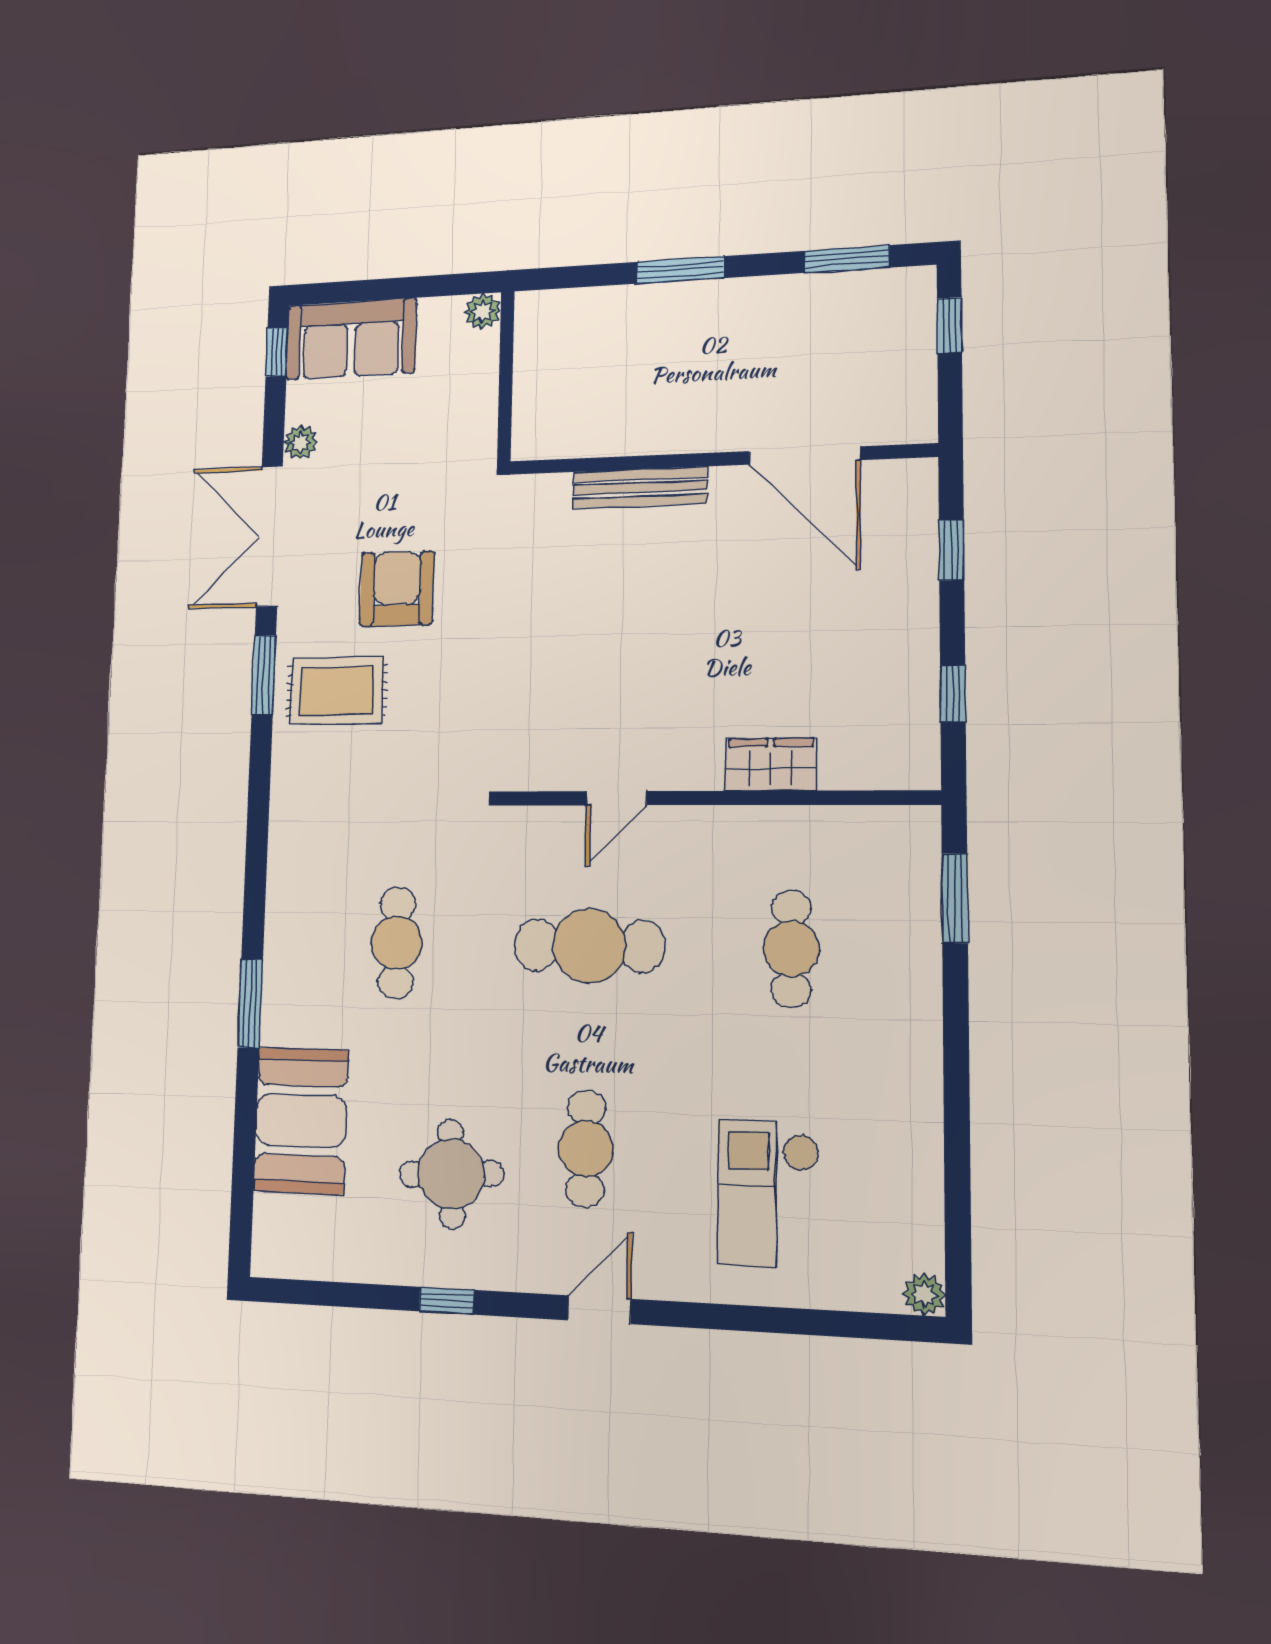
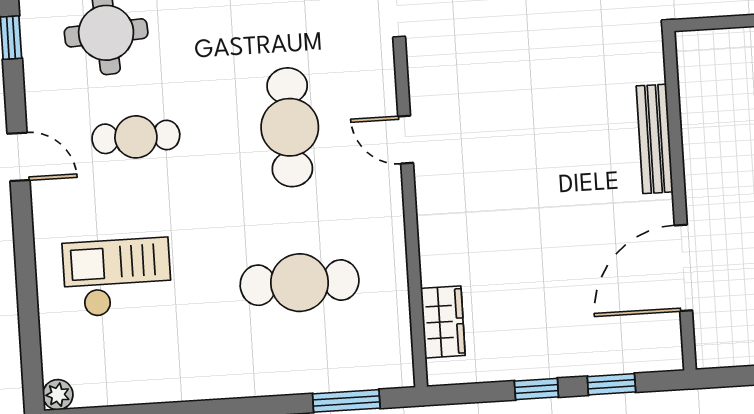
window: (953, 694) -> (536, 389), moved
wardrobe: (771, 764) -> (443, 322), moved
cafe table: (791, 949) -> (300, 283), width x1.37, depth x1.35

